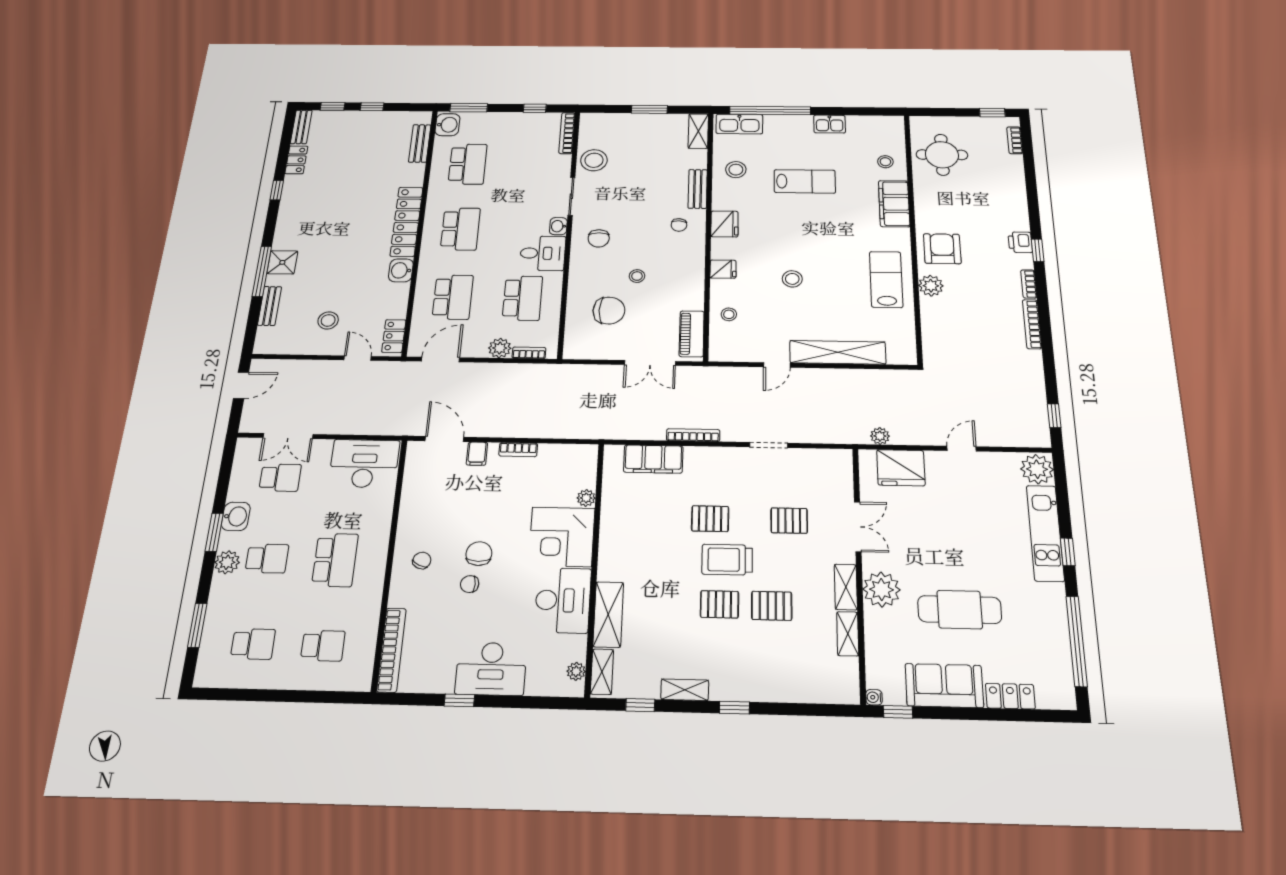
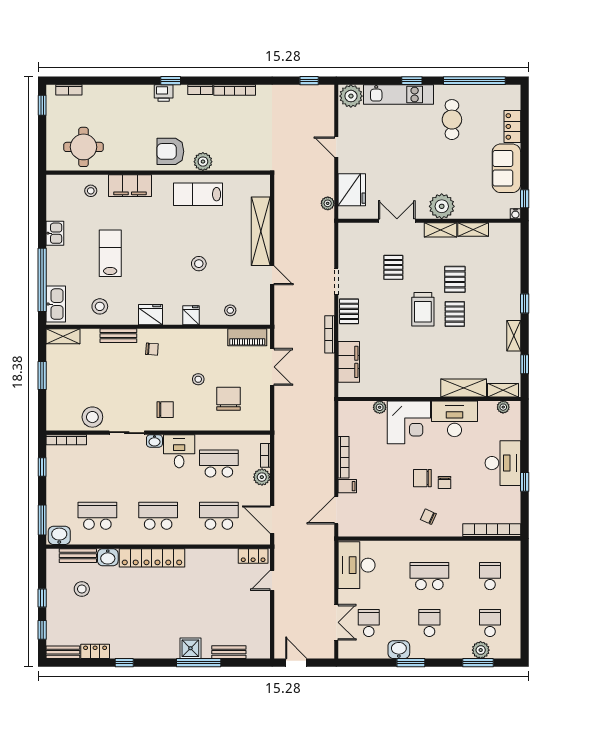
washbasin: (401, 270) -> (108, 557), moved
stool: (328, 320) -> (82, 589), moved
bookcase: (518, 450) -> (344, 457), width x1.56
pallet: (710, 519) -> (349, 311), moved
plant: (227, 562) -> (481, 650), moved
cafe table: (960, 610) -> (452, 120), moved, width x0.73, depth x0.74

